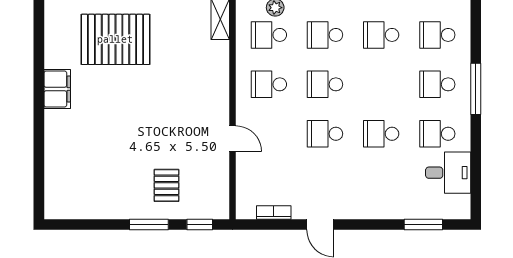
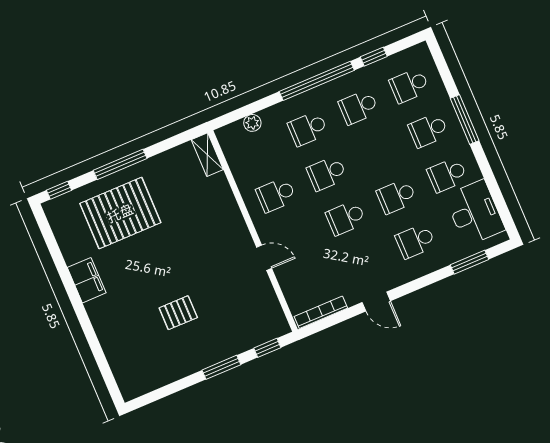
school desk: (269, 35) -> (415, 241), moved
desk: (448, 173) -> (475, 213), width x1.37
pallet: (167, 185) -> (178, 313), moved, turned 90
bookcase: (274, 212) -> (321, 312), width x1.56

